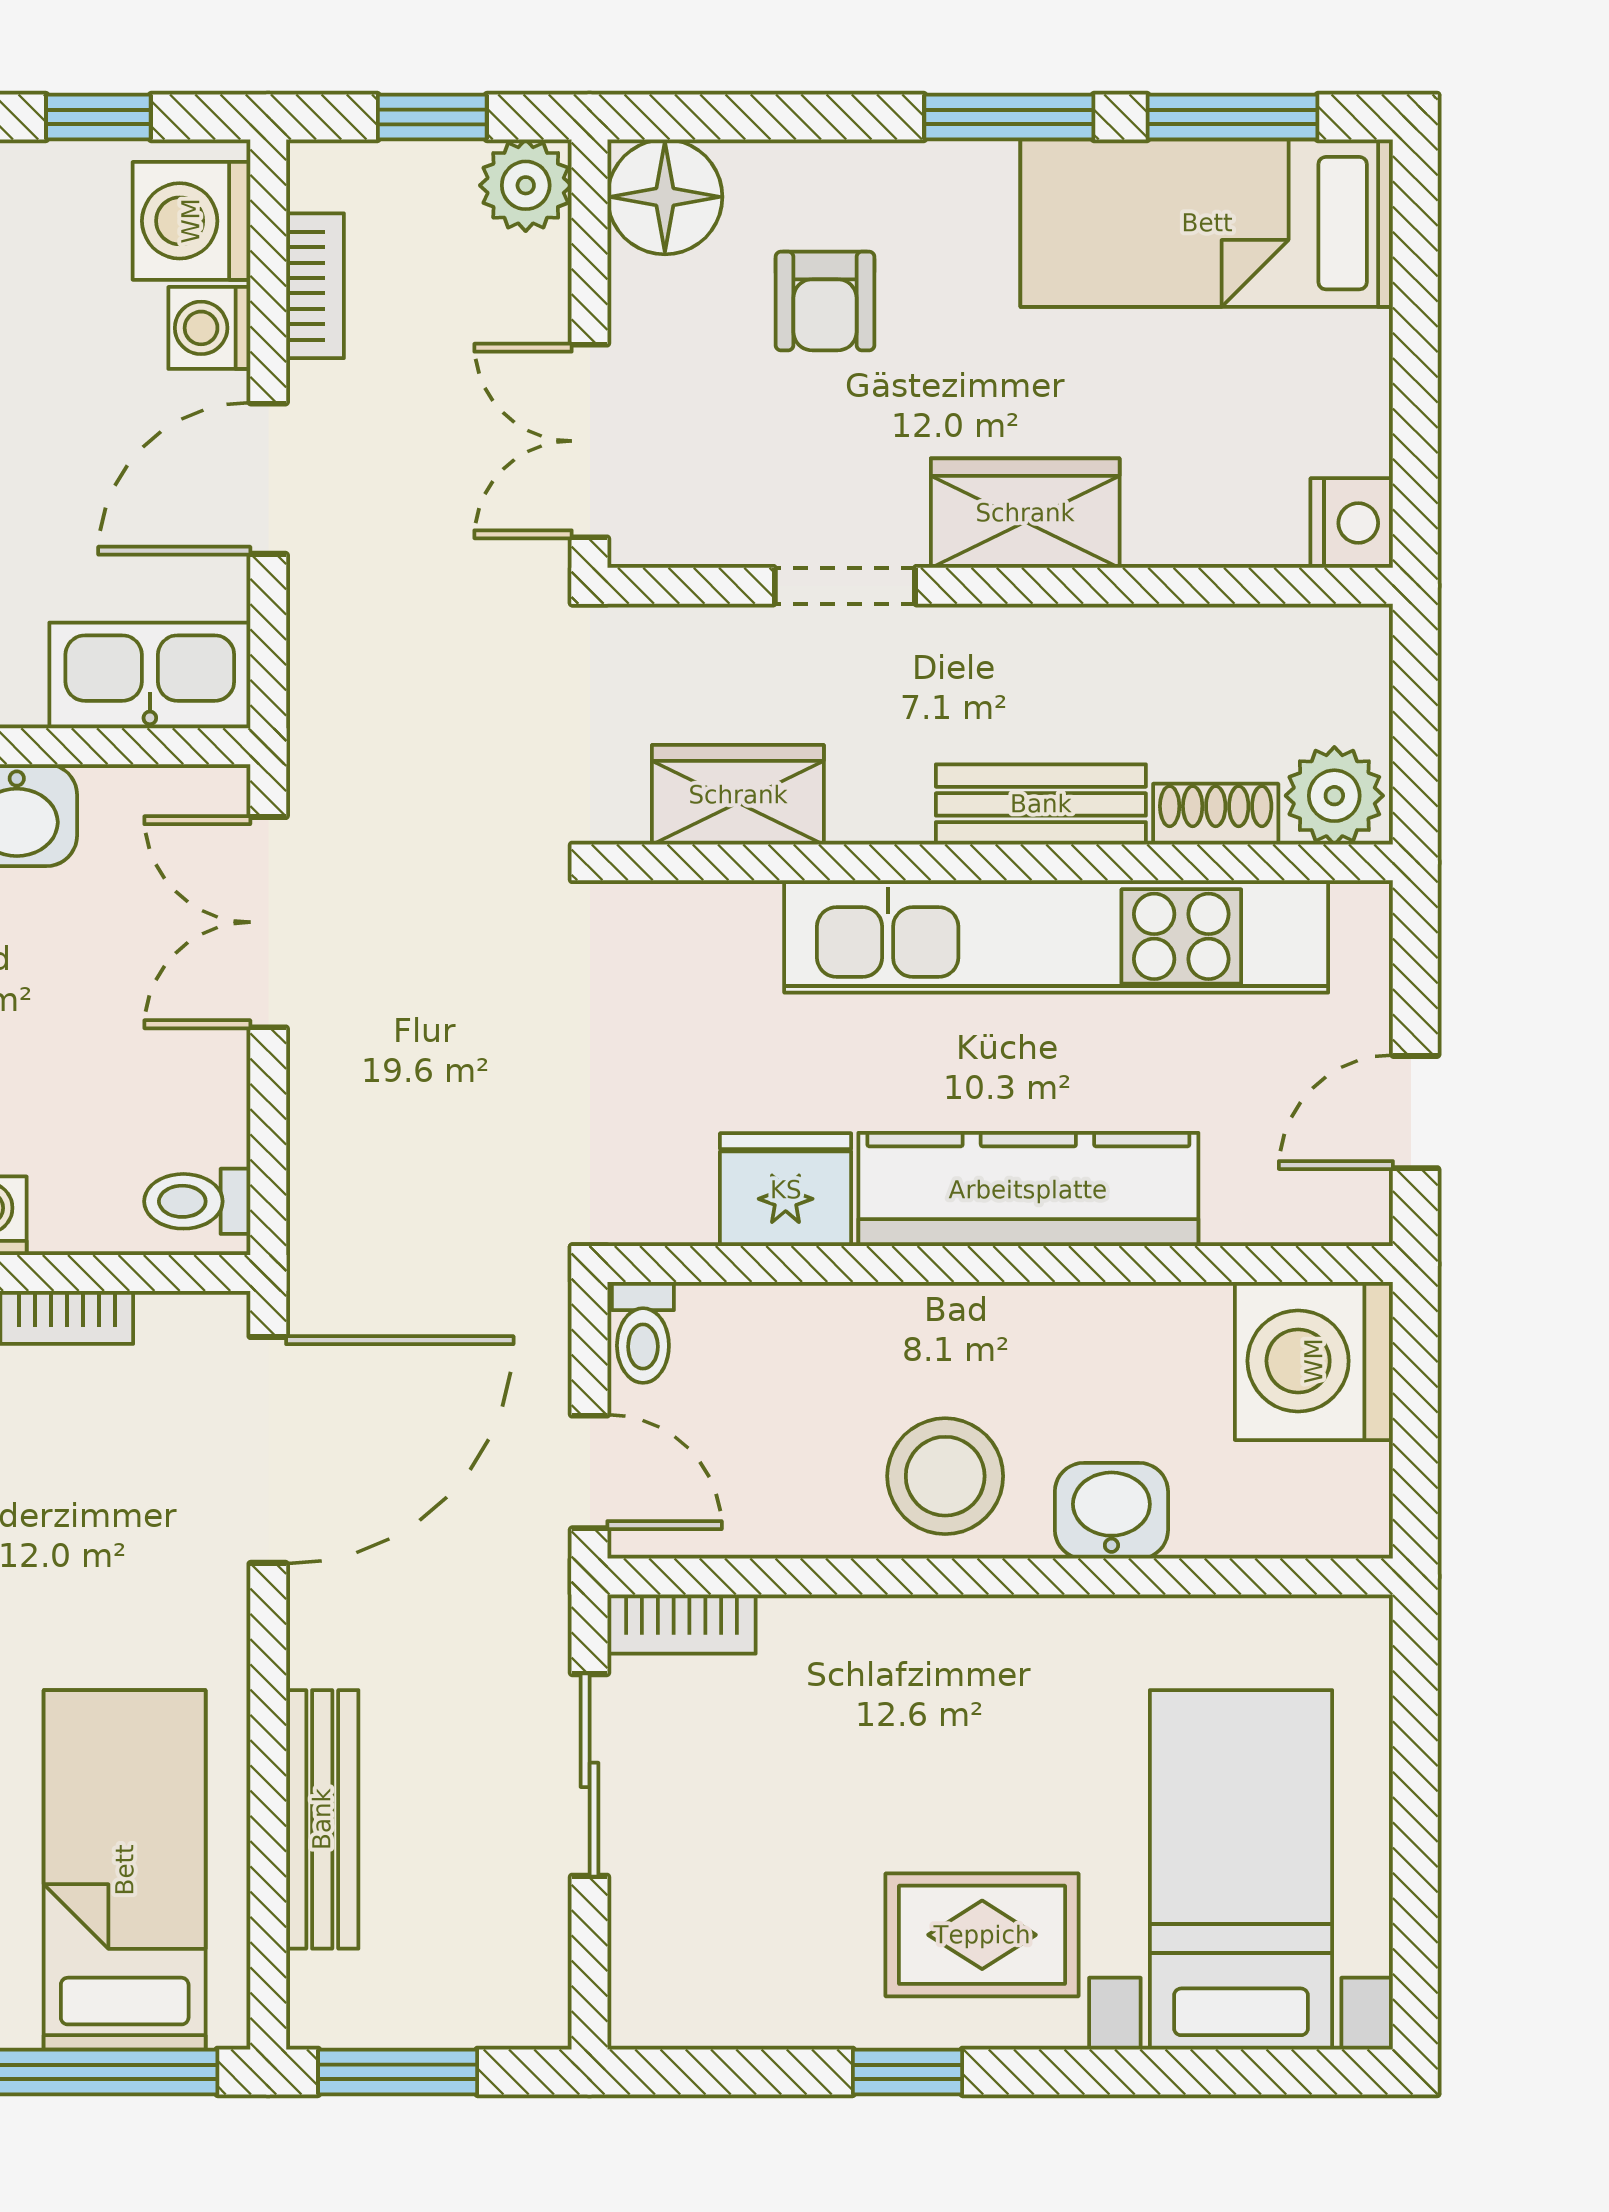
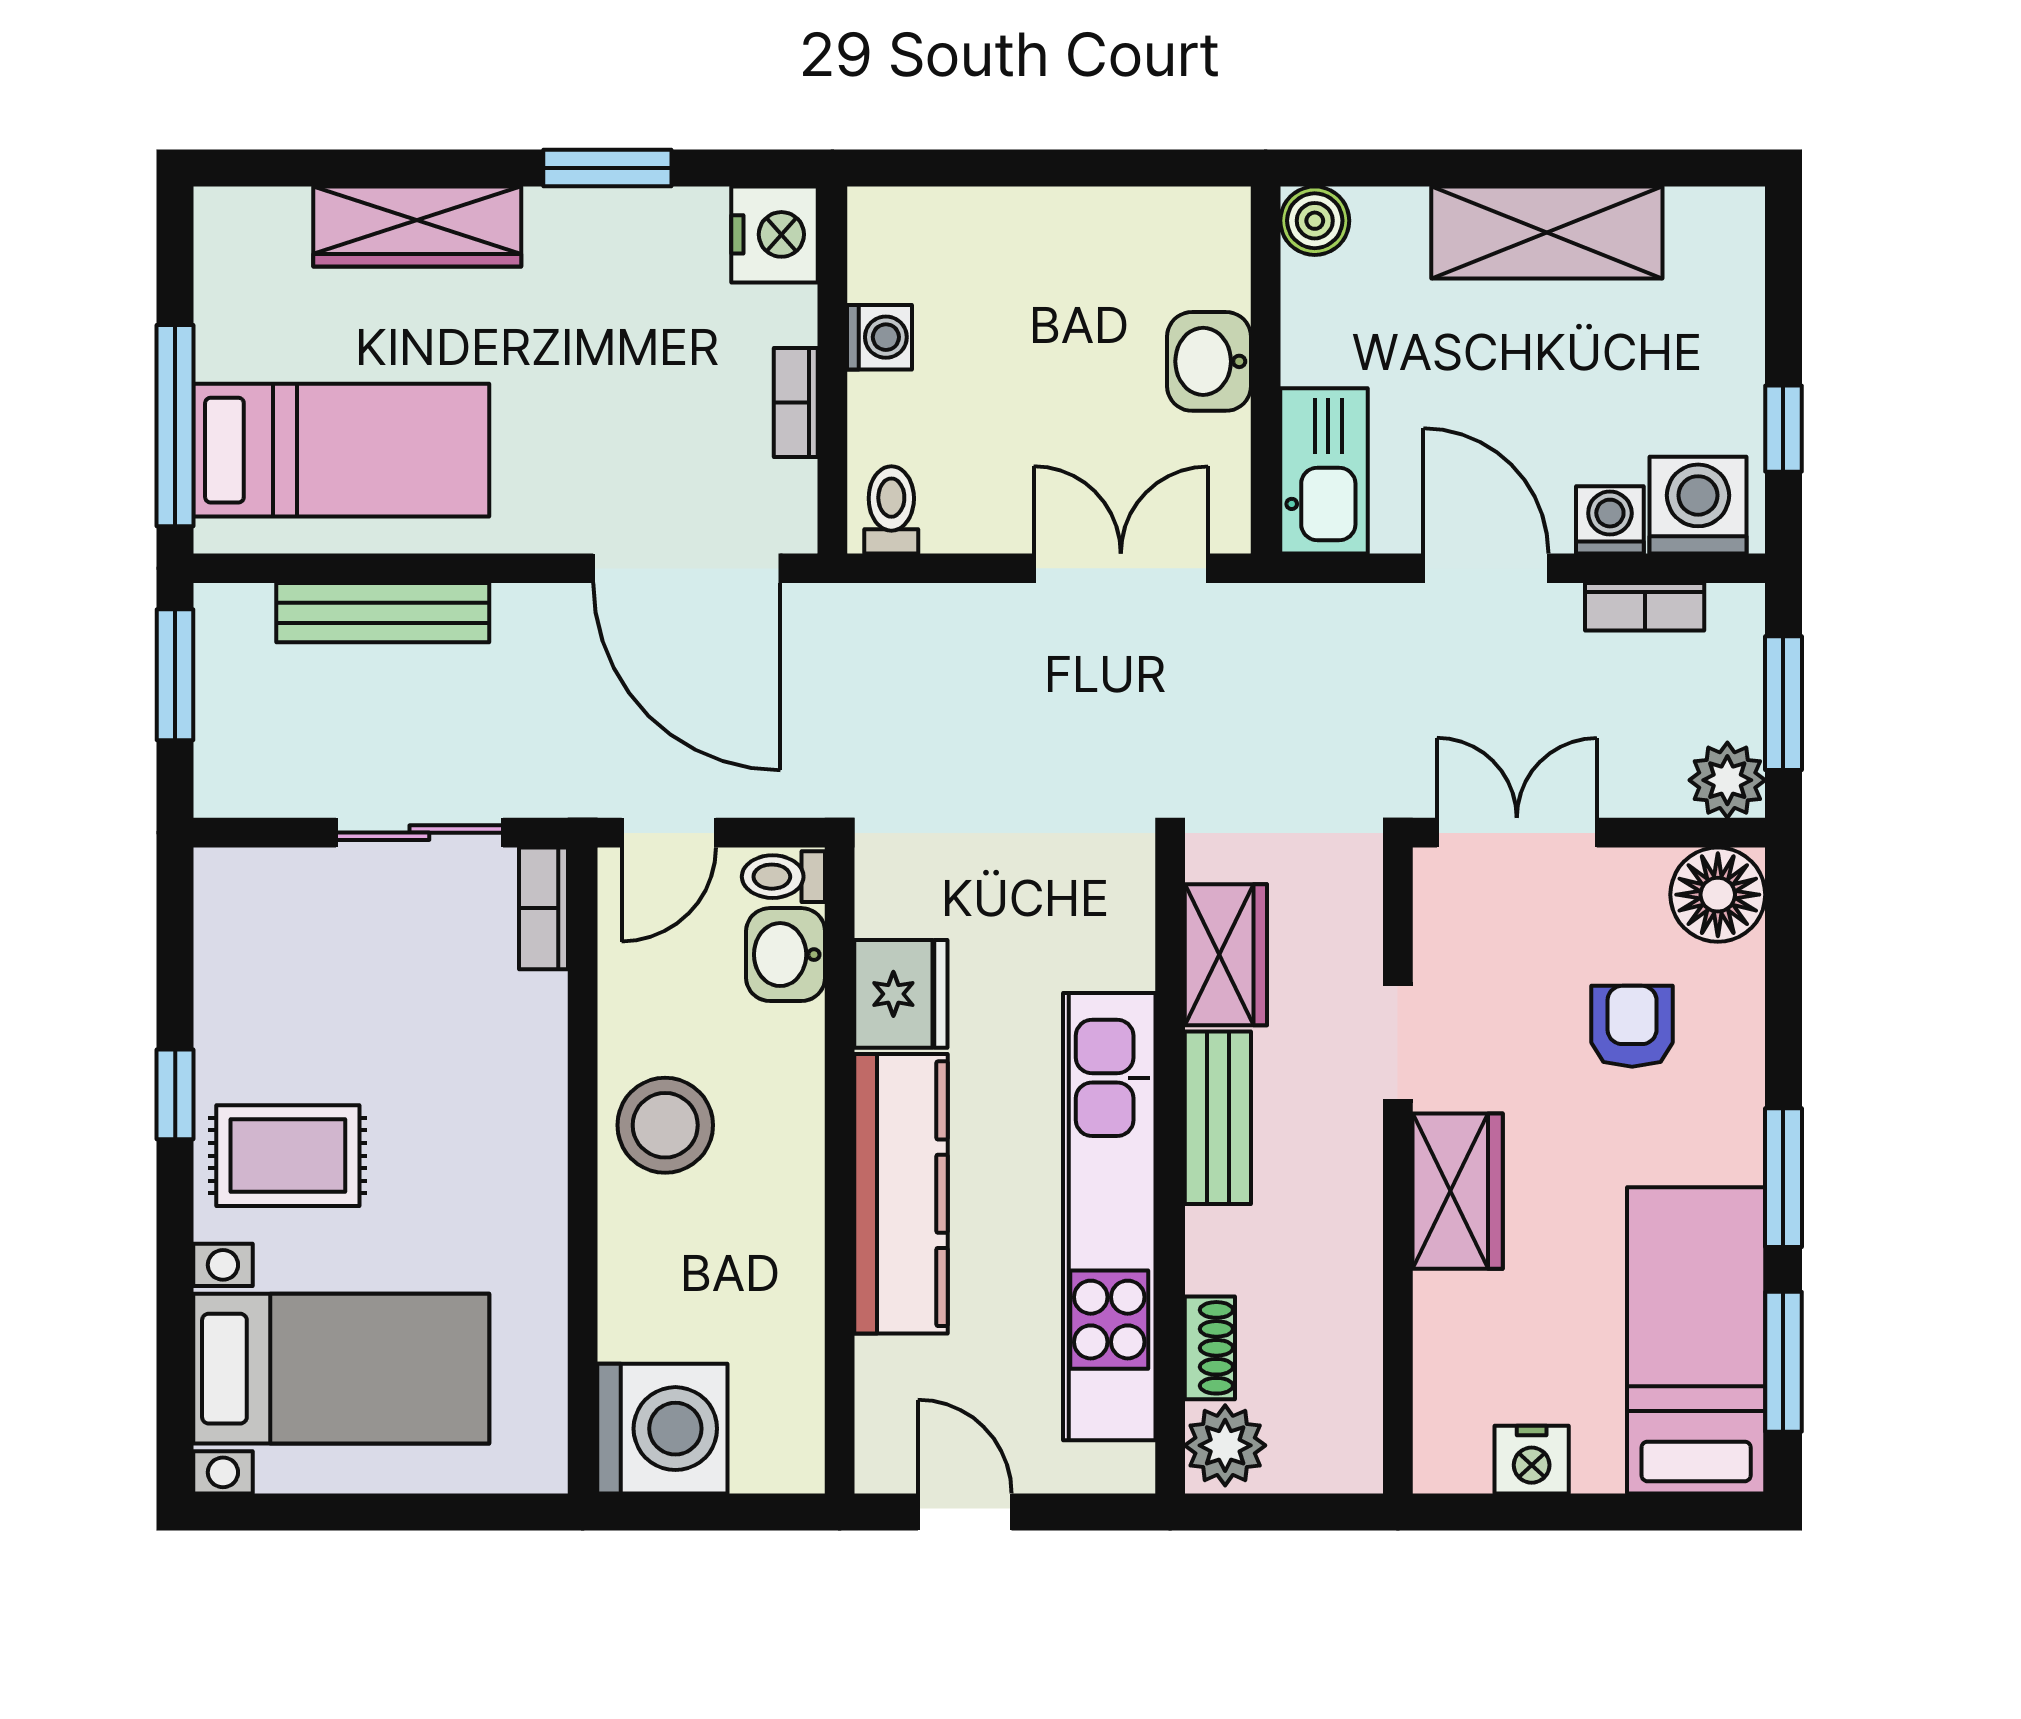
window: (432, 117) -> (1783, 703), width x1.50
armchair: (825, 301) -> (1632, 1026), turned 90
nightstand: (1352, 523) -> (1532, 1460), moved
bench: (1041, 804) -> (1218, 1118), moved
washing machine: (1314, 1361) -> (662, 1429), moved, turned 90
washbasin: (1111, 1511) -> (786, 955), moved, turned 180
rug: (982, 1935) -> (288, 1156), turned 90

